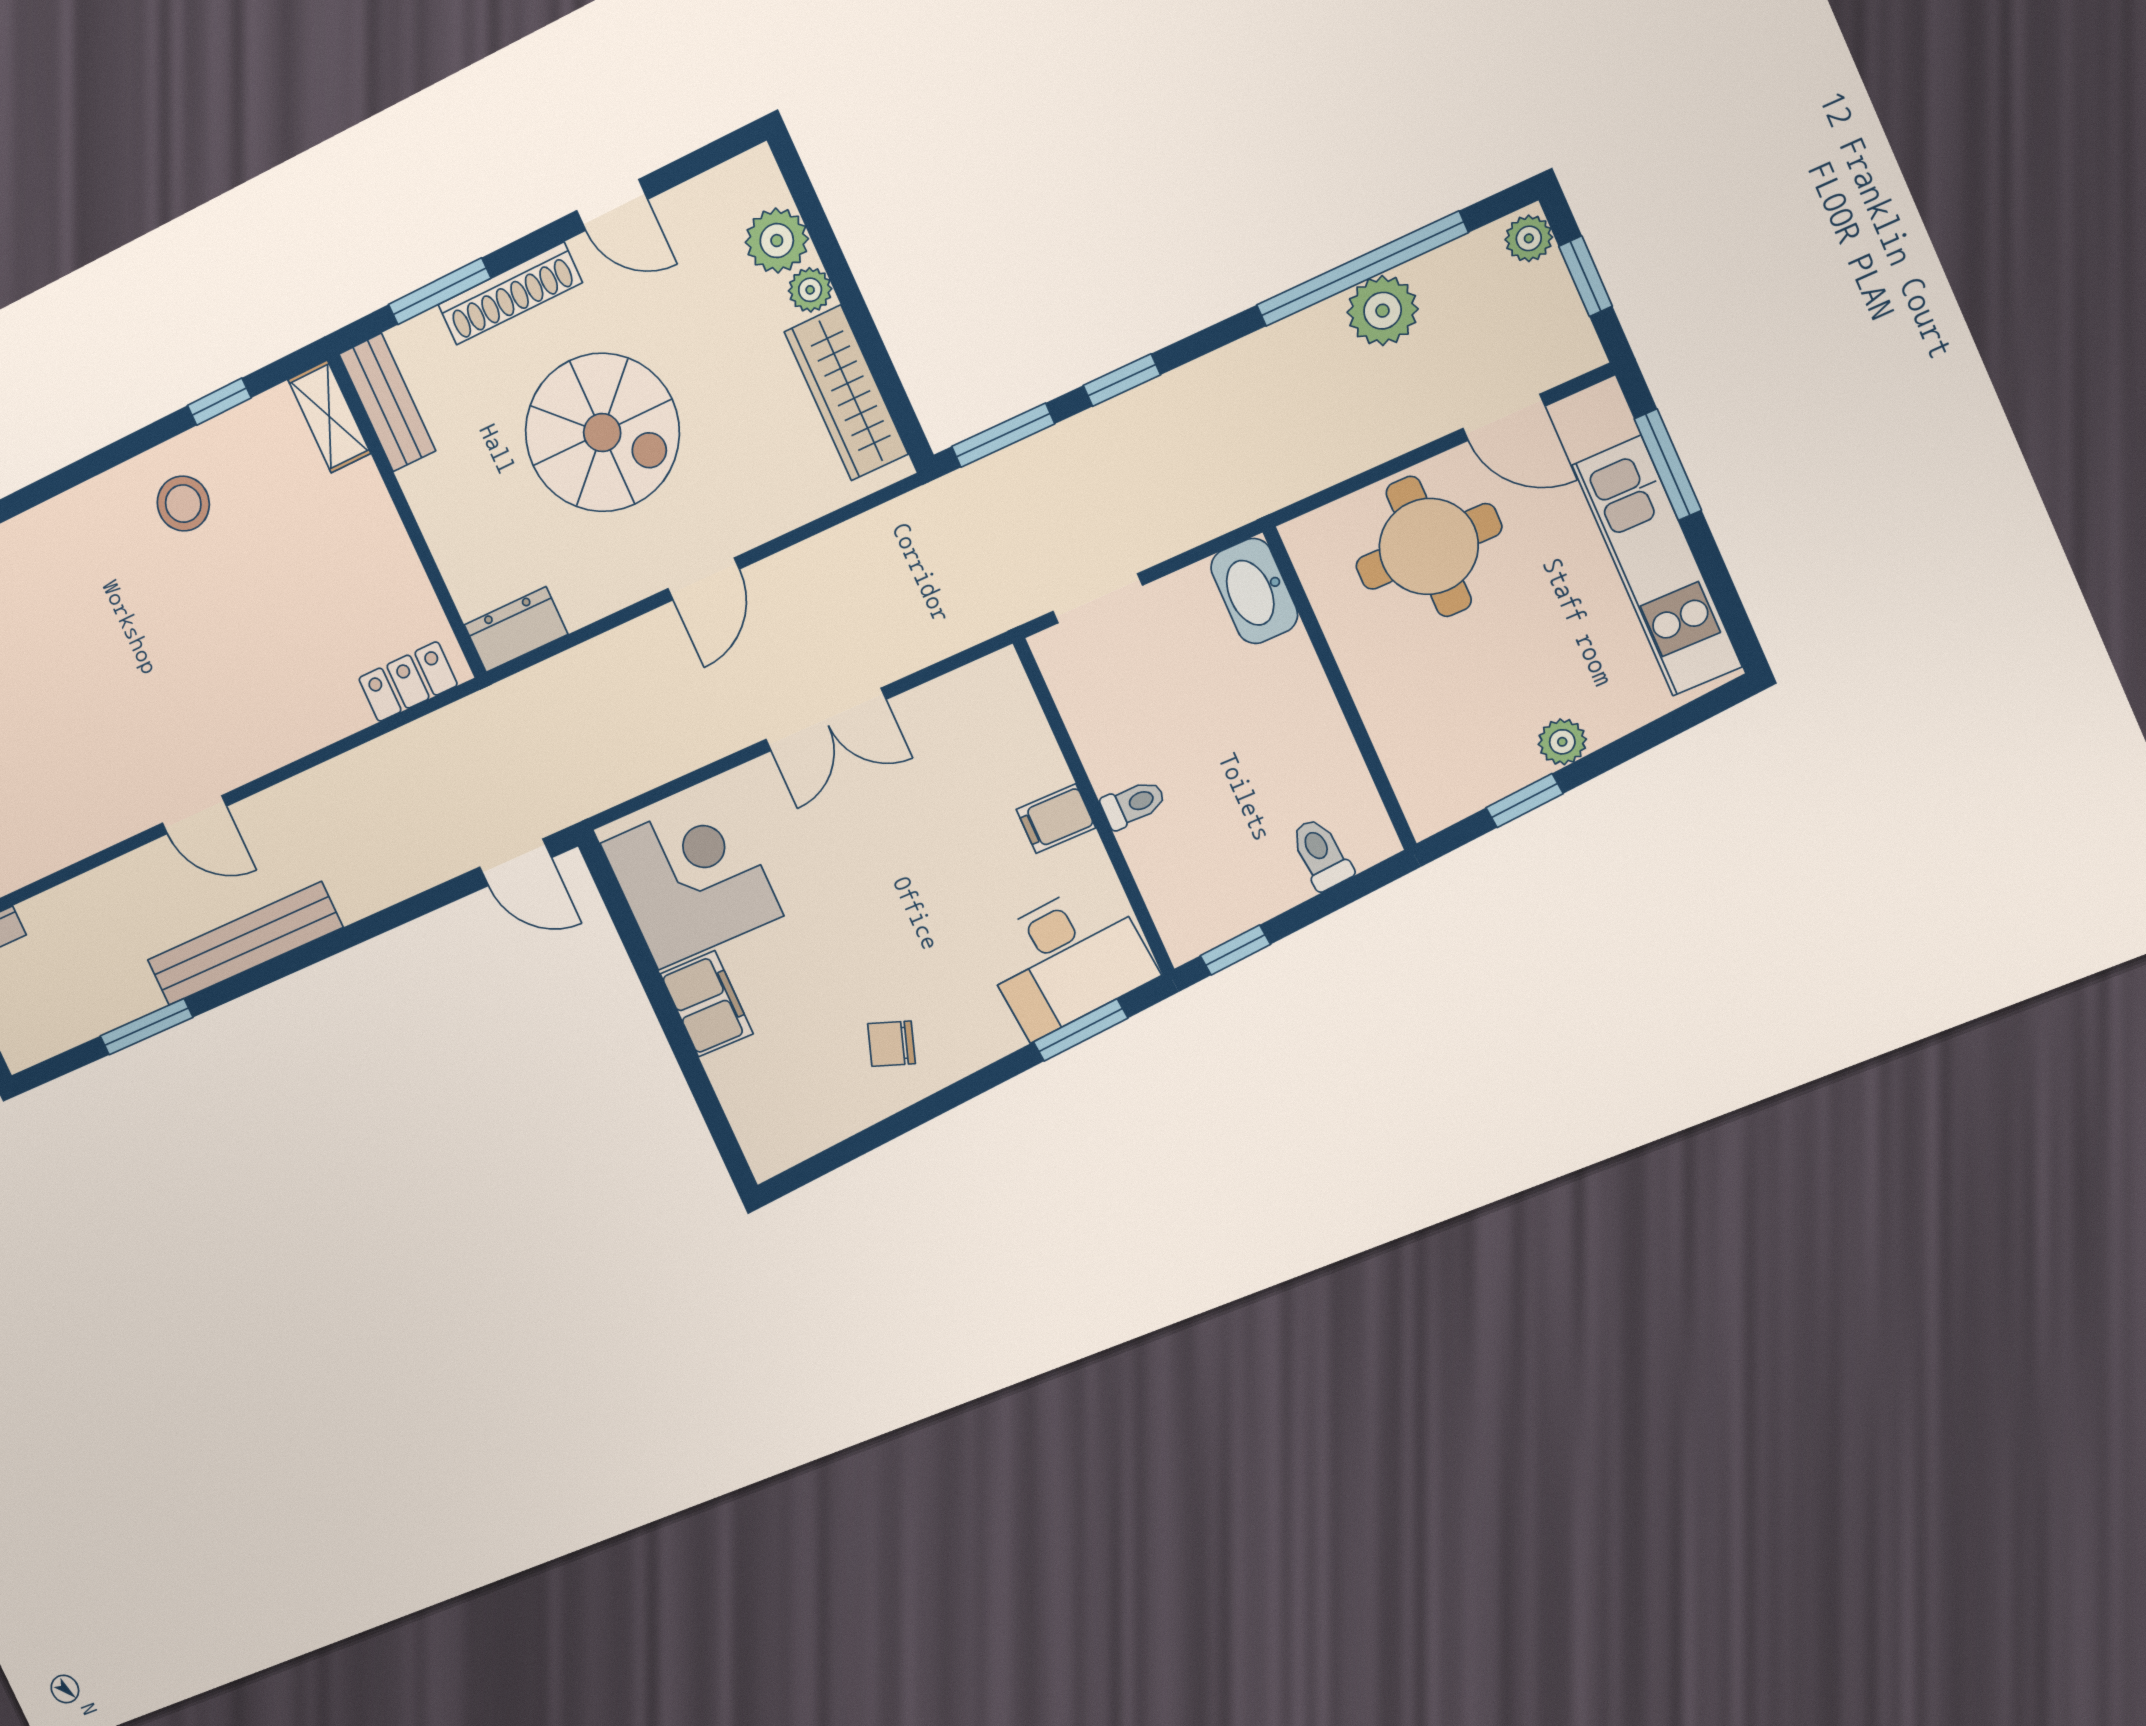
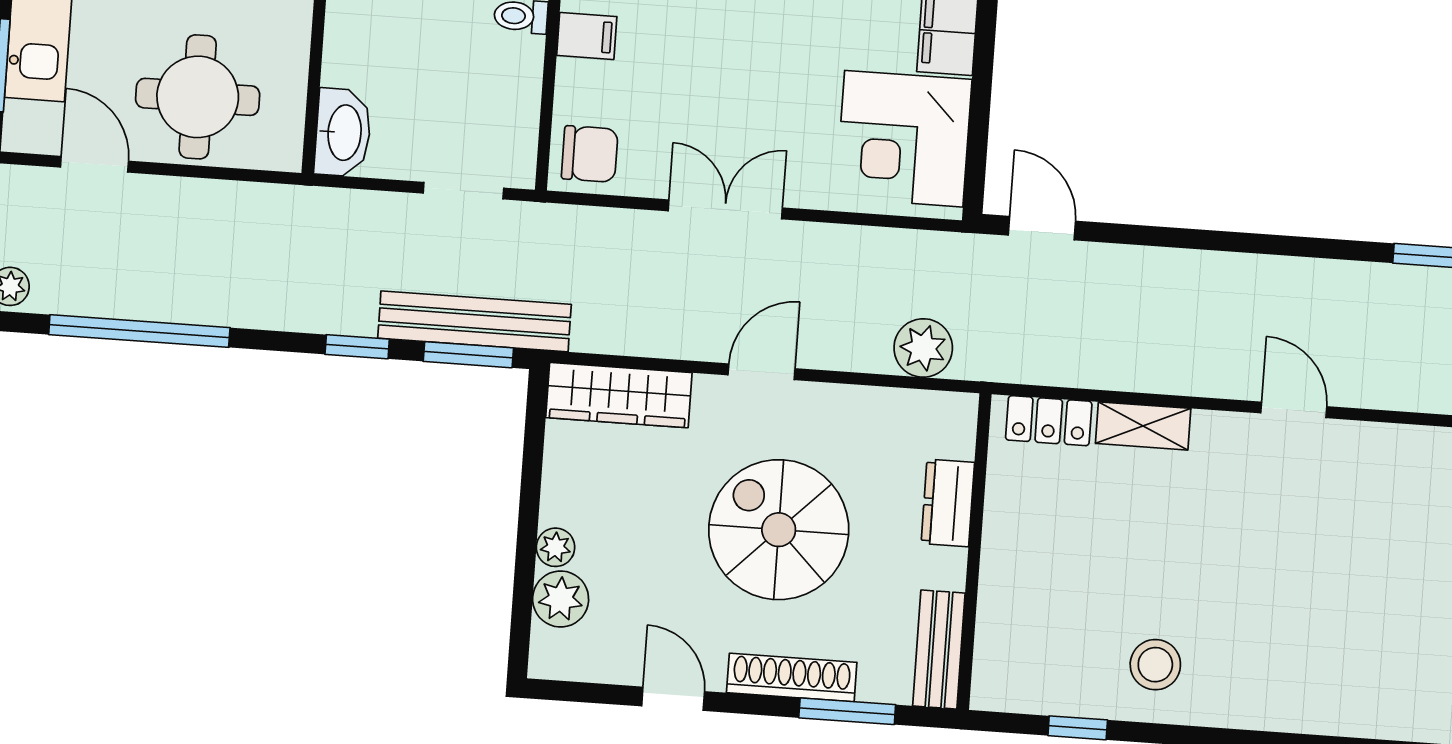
plant: (1383, 311) -> (923, 348), moved
wardrobe: (846, 393) -> (619, 395), moved, turned 90
shelving: (329, 416) -> (1143, 426), moved, turned 90
dresser: (516, 630) -> (948, 503), moved, turned 90
chair: (989, 703) -> (590, 154), added
bench: (245, 944) -> (474, 321), moved

